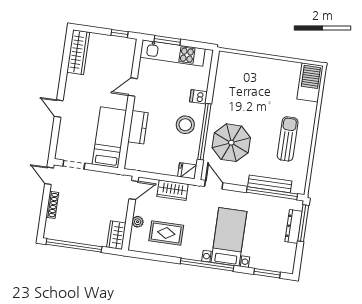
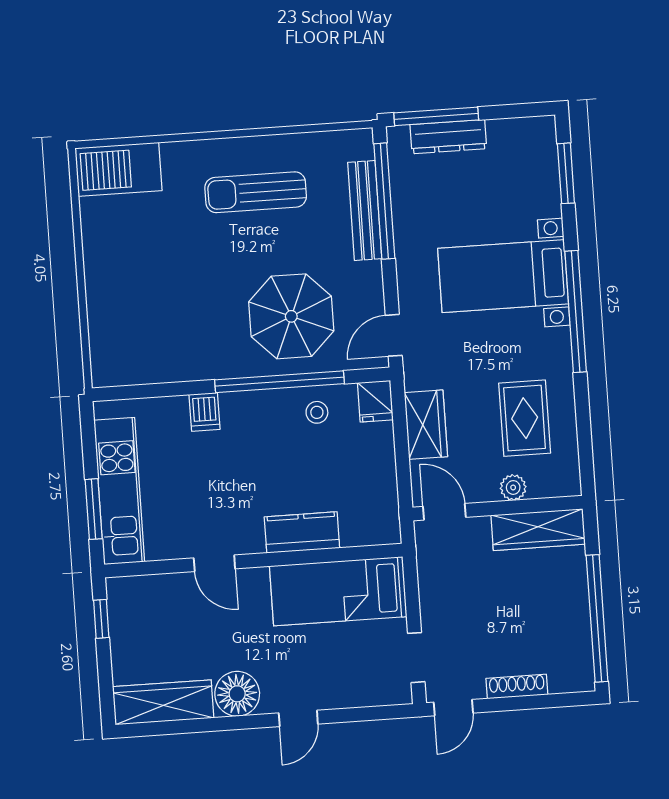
floor lamp: (75, 85) -> (237, 694), added
stool: (185, 125) -> (317, 412), moved, width x0.53, depth x0.53
wardrobe: (116, 235) -> (538, 530), width x1.50

